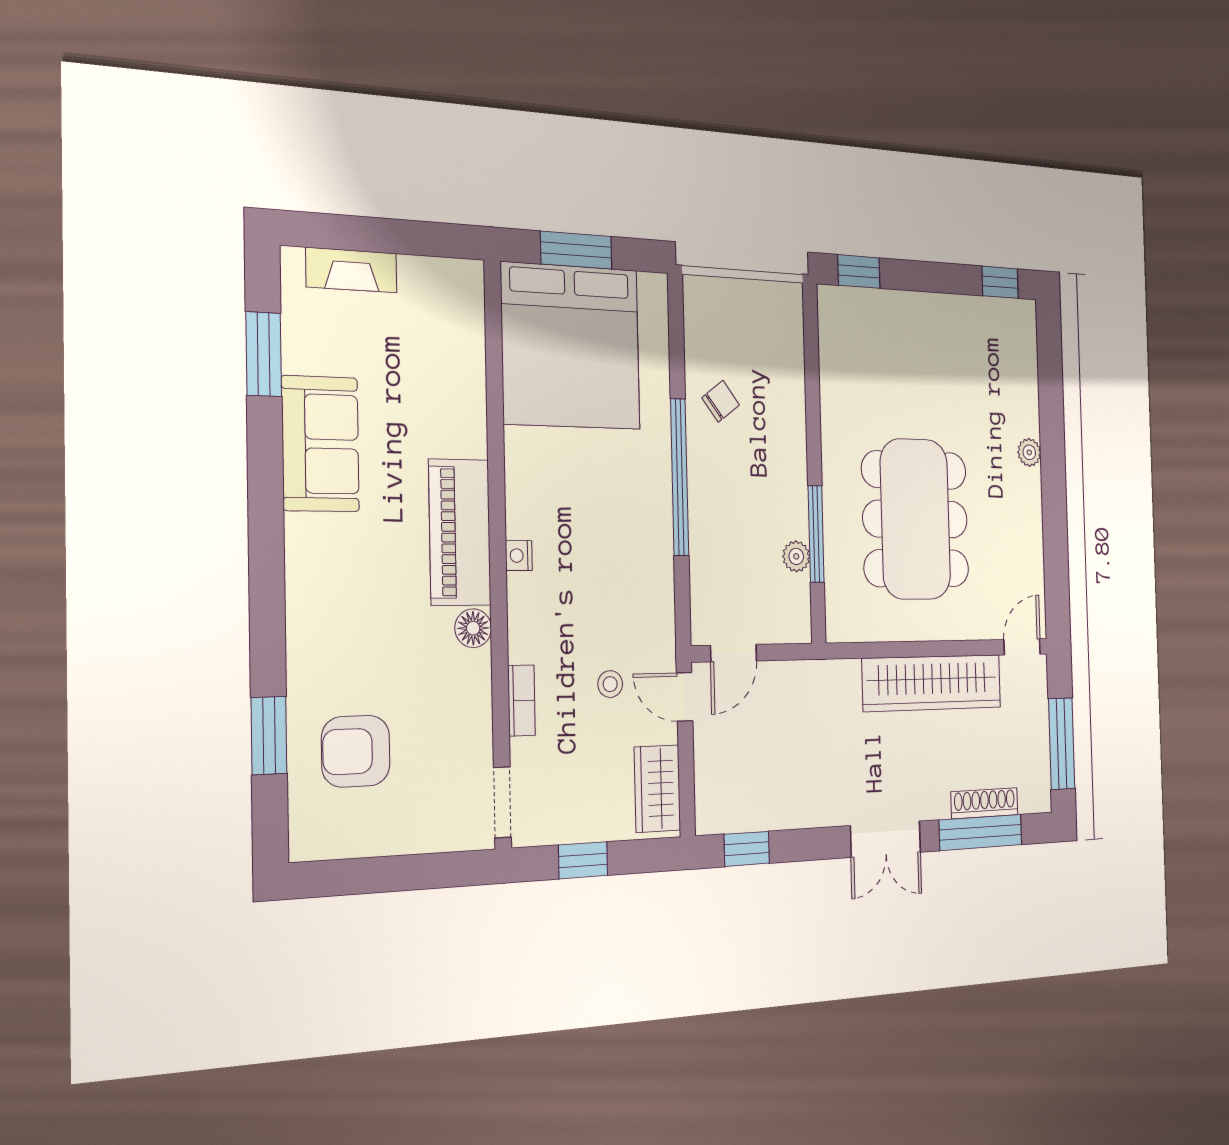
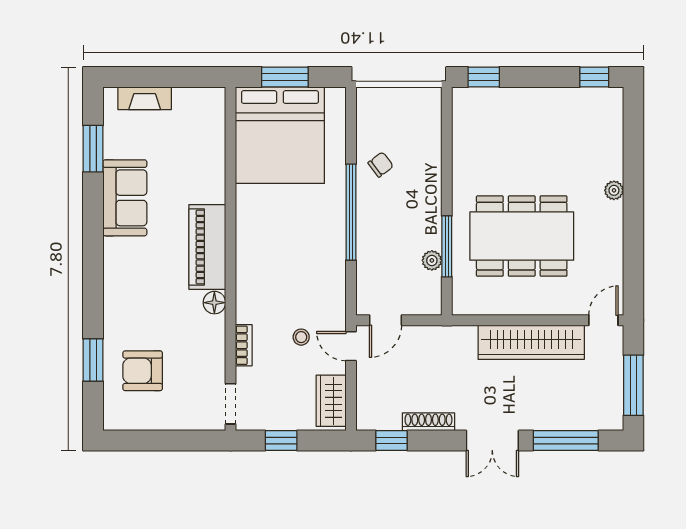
dining table: (915, 519) -> (522, 236), turned 90
nightstand: (519, 556) -> (244, 260), removed
shoe rack: (984, 803) -> (429, 422), moved

